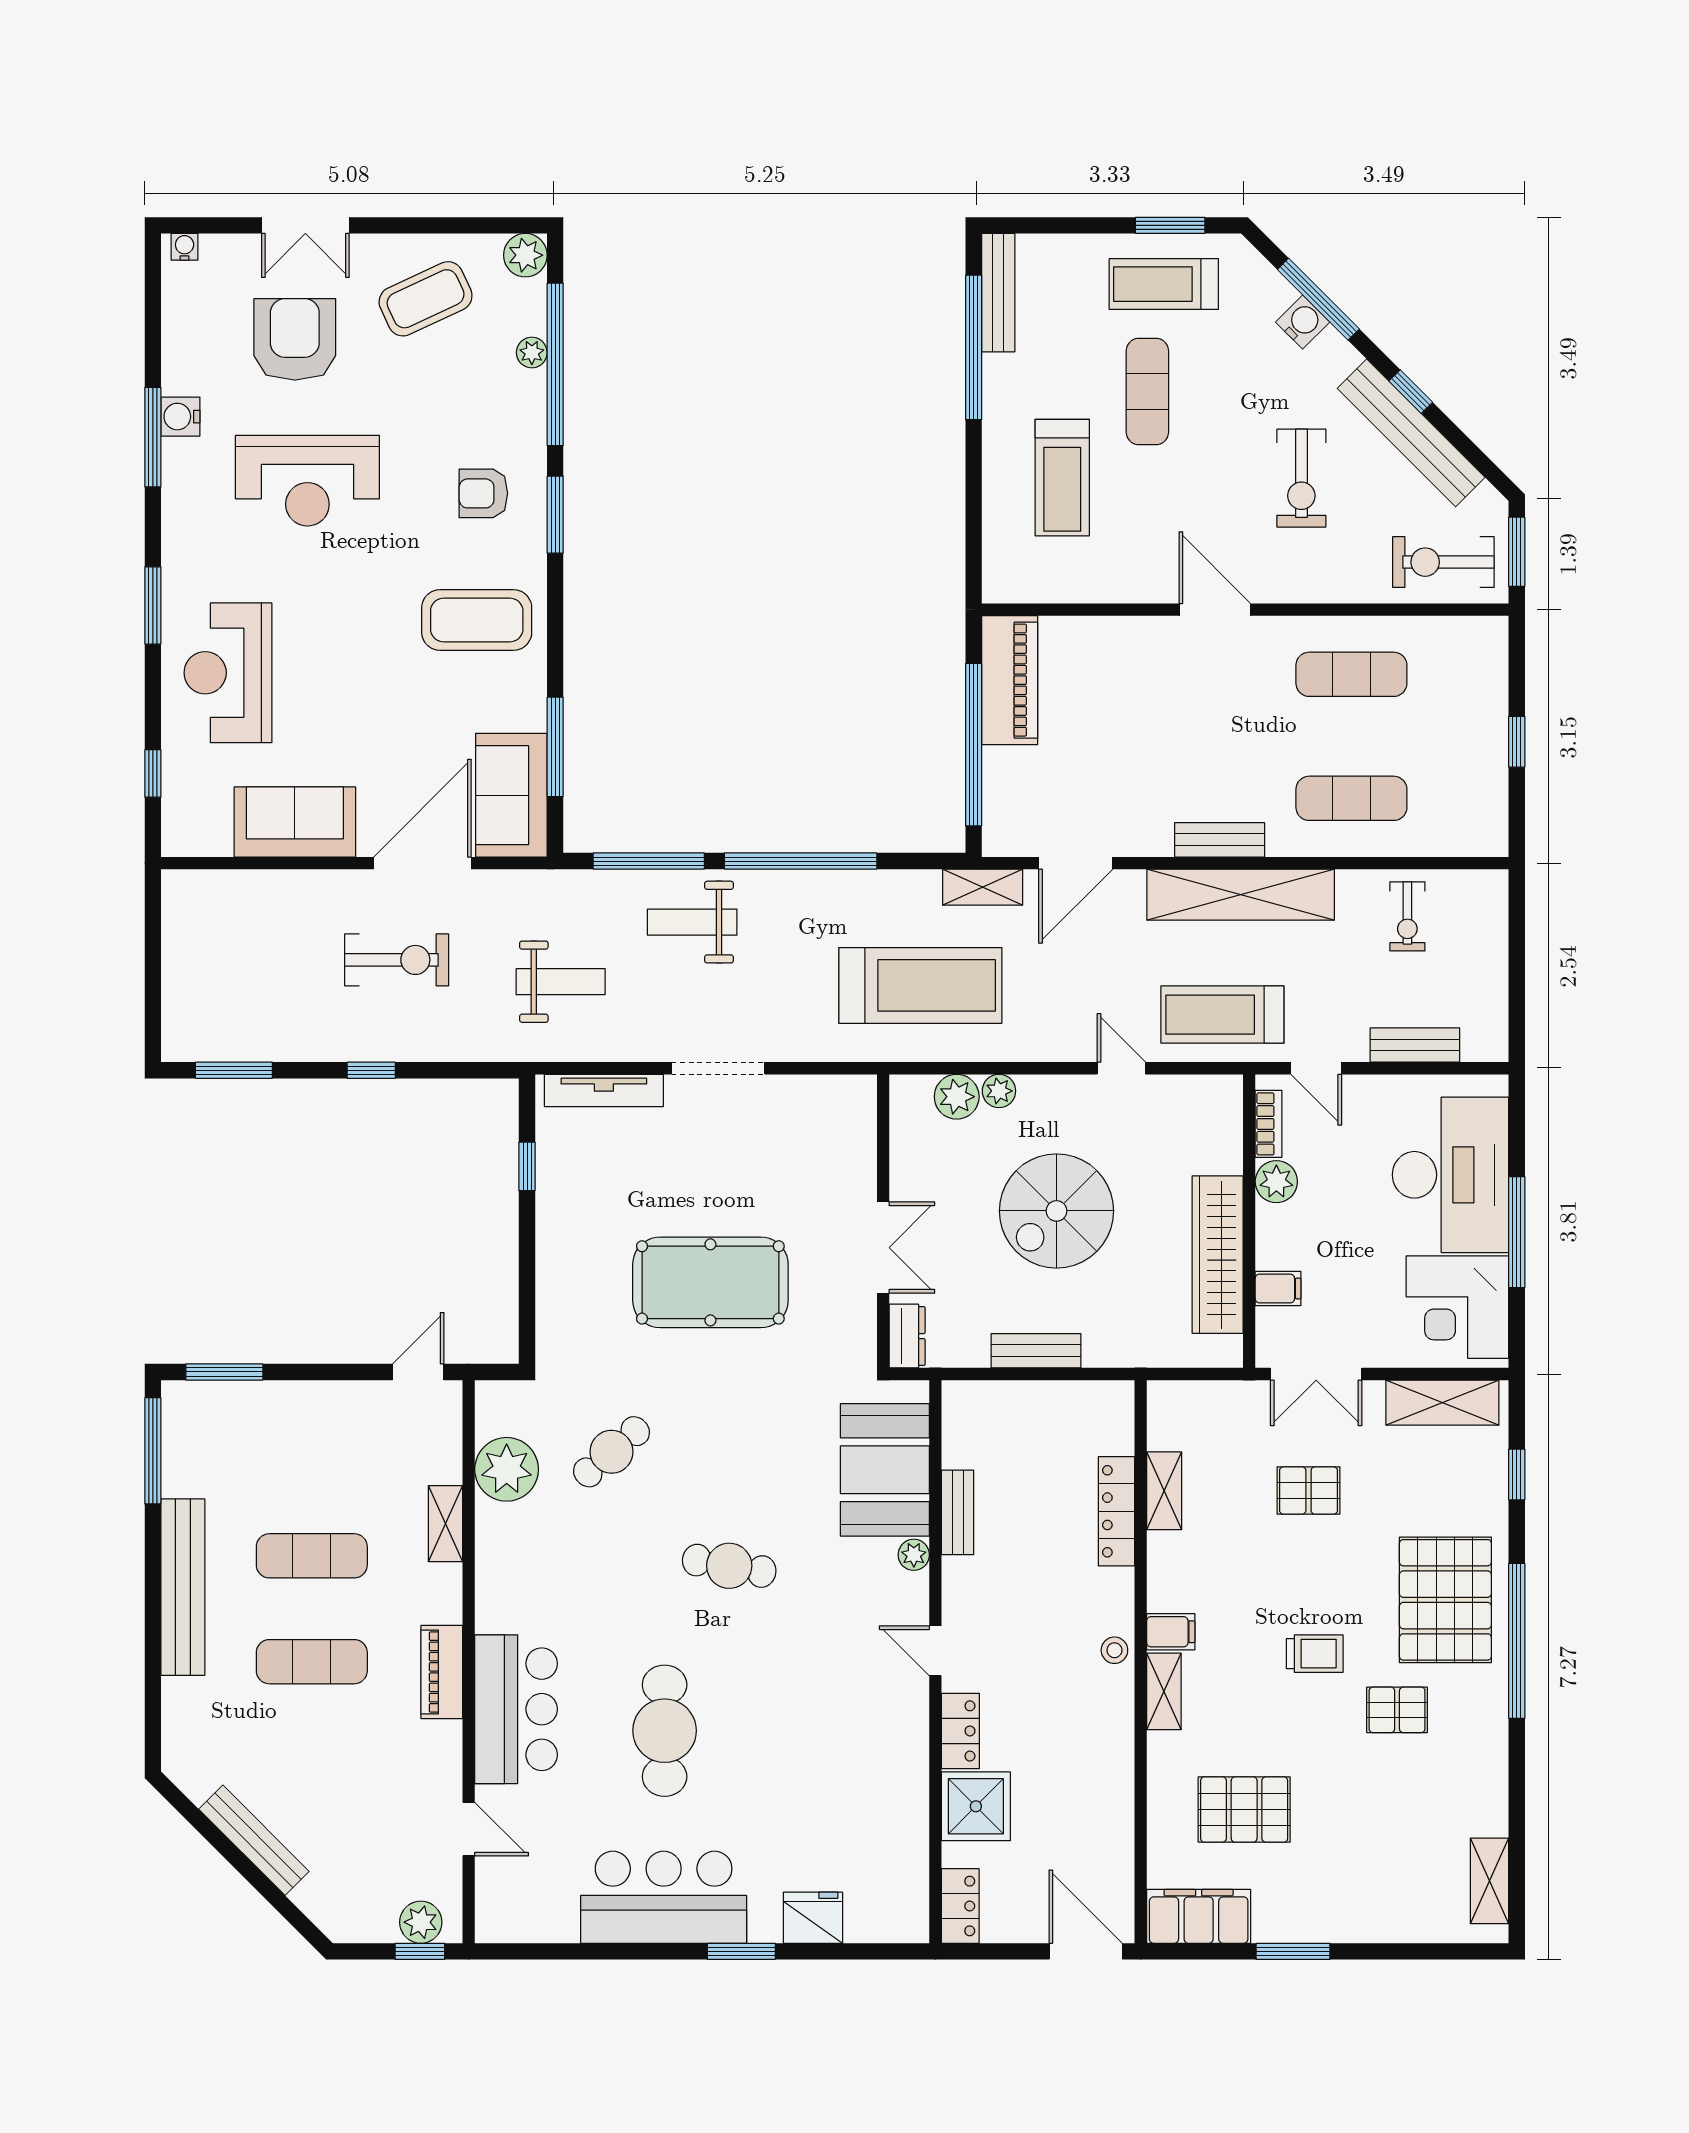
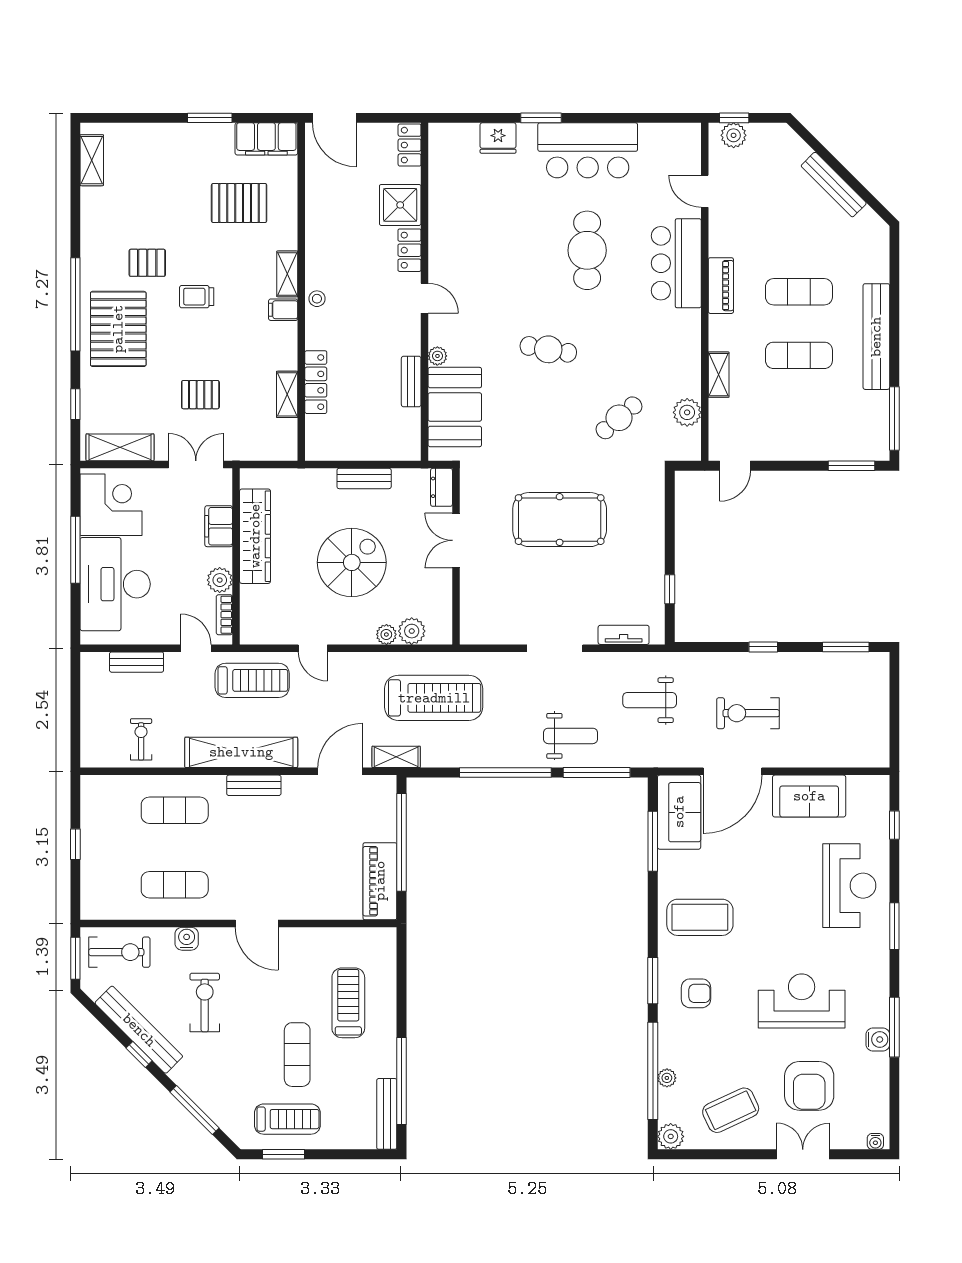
water cooler: (1303, 322) -> (187, 939), moved, turned 135
treadmill: (920, 985) -> (434, 698), turned 180
tv unit: (604, 1090) -> (624, 635), width x0.71
filing cabinet: (1278, 1288) -> (219, 526), width x2.00
plant: (507, 1469) -> (687, 412), width x0.73, depth x0.73

